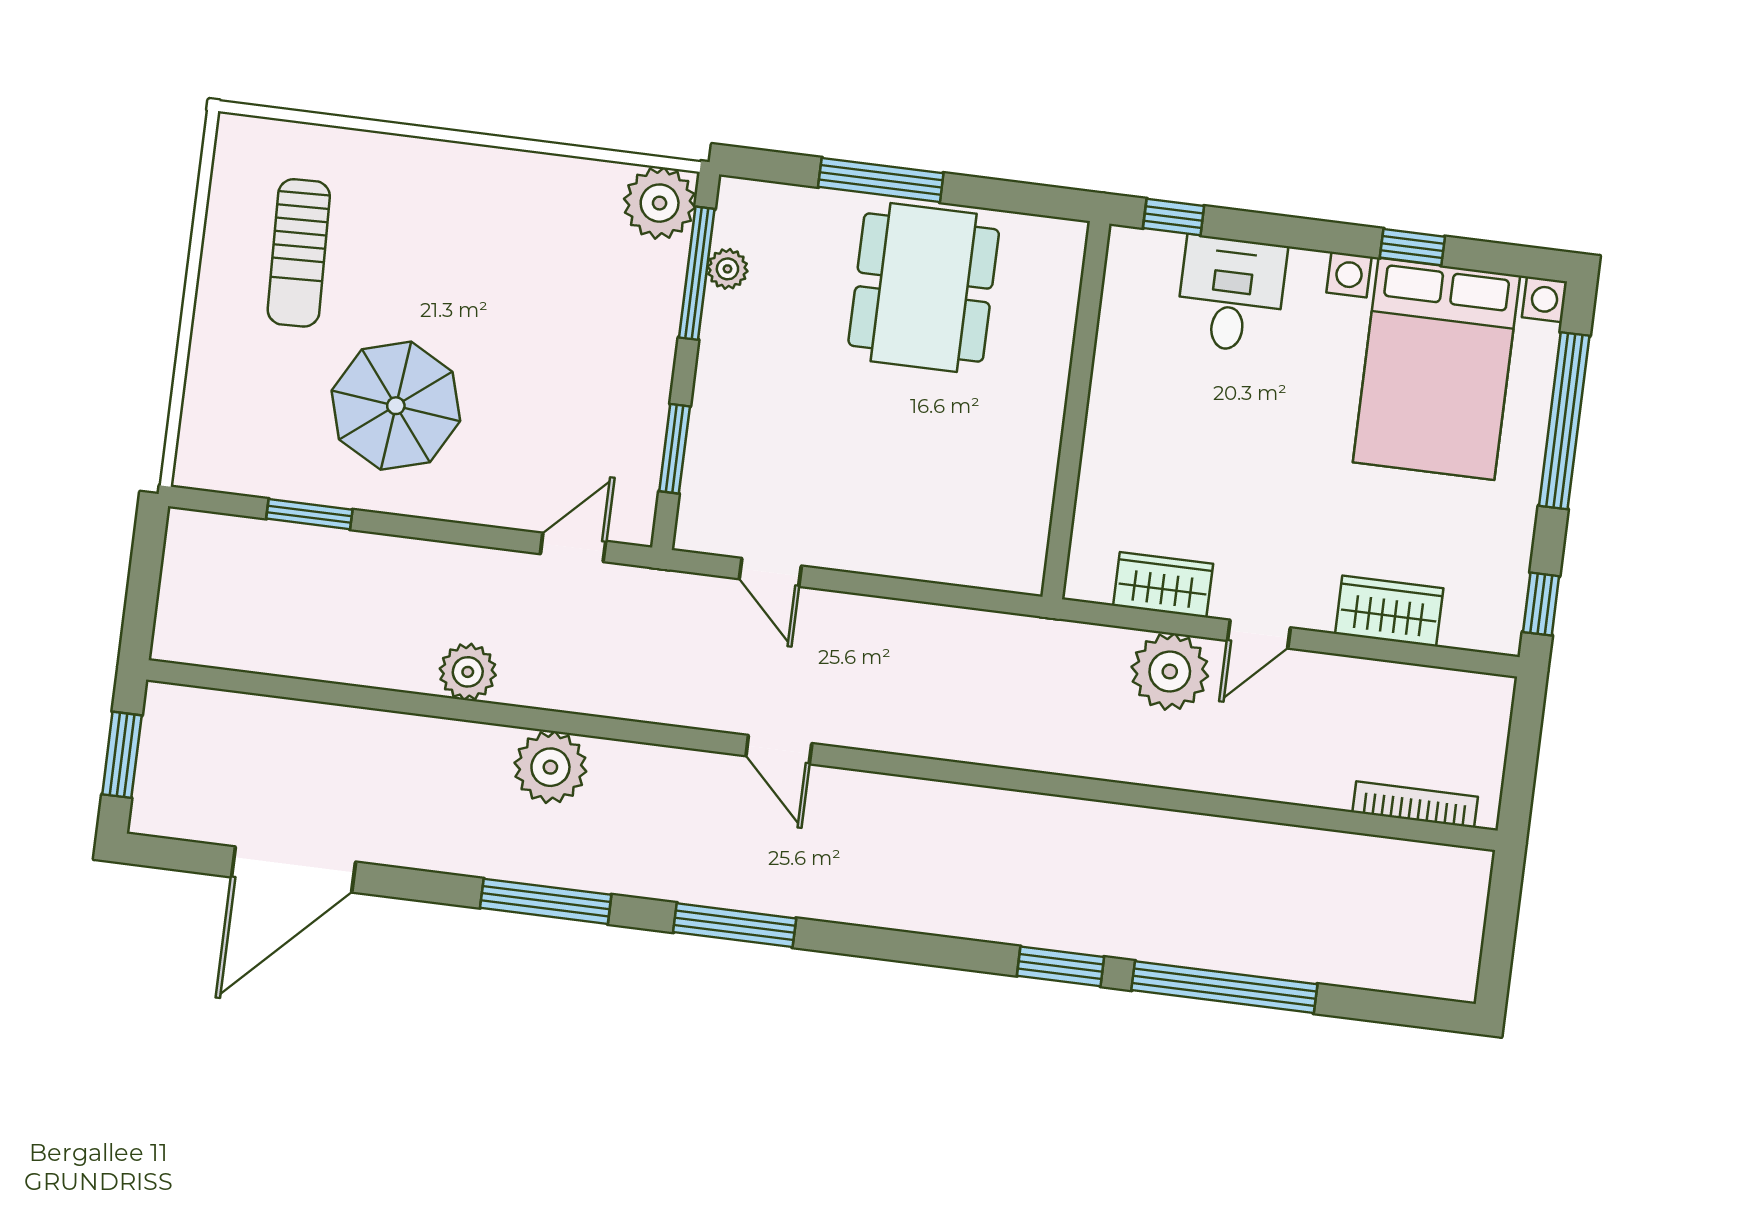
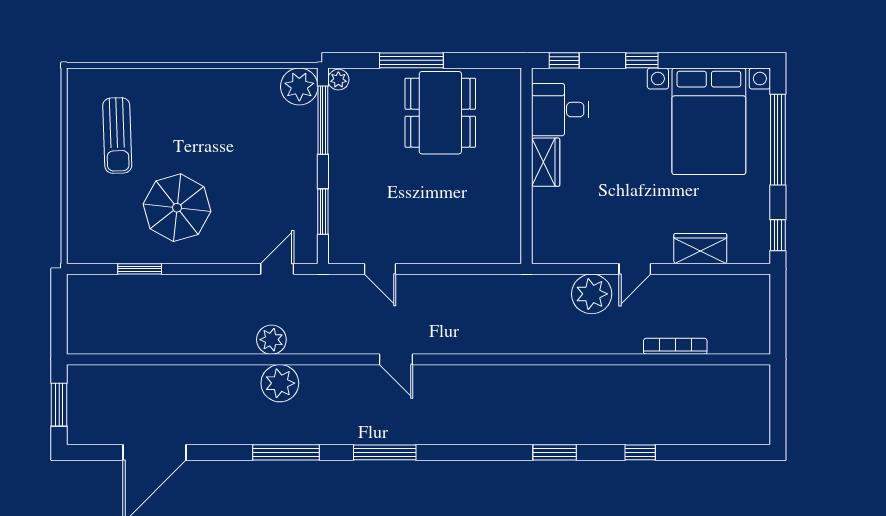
window: (1412, 247) -> (642, 60), moved
plant: (727, 269) -> (338, 80), moved
desk: (1231, 294) -> (560, 110), moved, turned -90
wardrobe: (1163, 585) -> (546, 162), moved, turned 90
plant: (468, 672) -> (271, 340), moved
bookcase: (1415, 804) -> (675, 346), moved
window: (1224, 987) -> (640, 452), width x0.32

